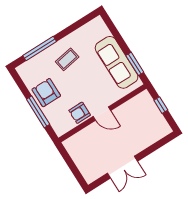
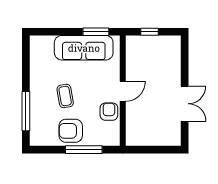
coffee table: (67, 59) -> (65, 96), moved
armchair: (80, 113) -> (109, 112), turned 180

